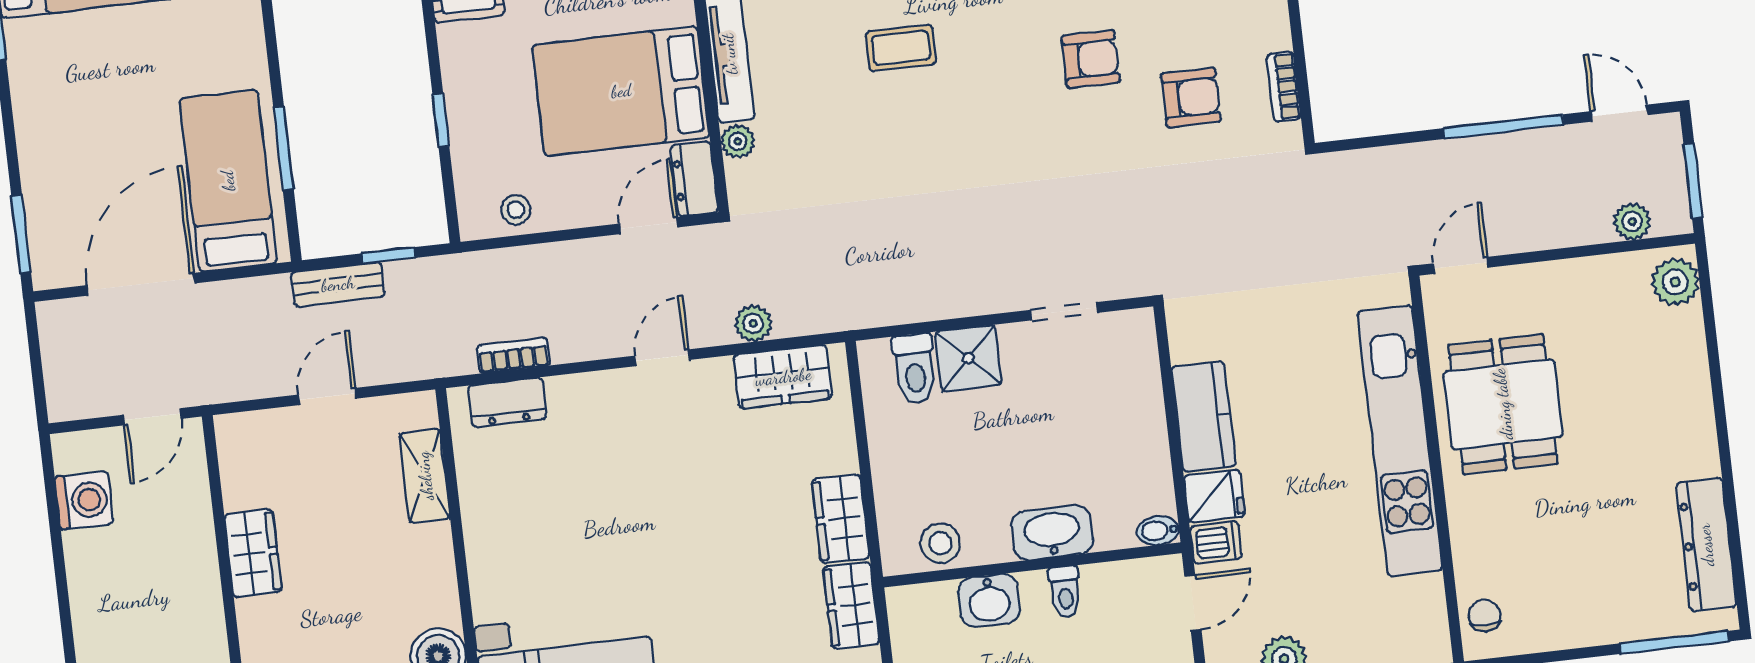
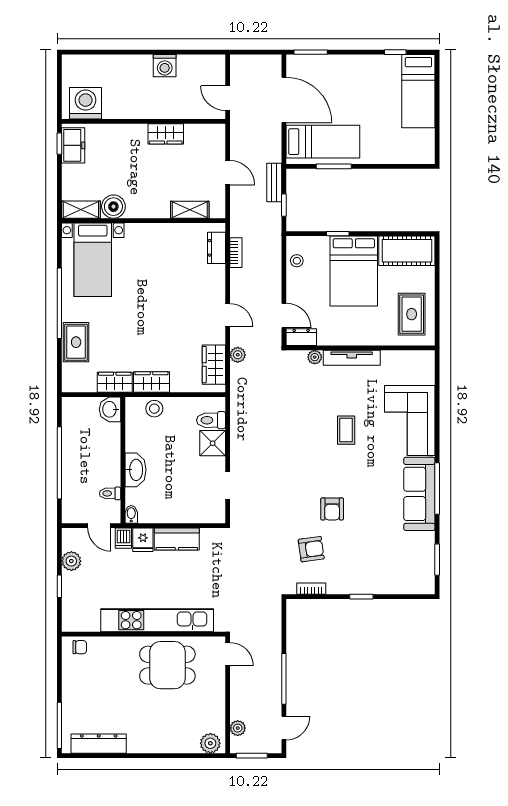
bed: (621, 91) -> (354, 271), moved, turned 180
armchair: (1191, 97) -> (311, 549), turned -98
washing machine: (84, 500) -> (165, 66), moved
stool: (940, 543) -> (154, 409), moved
toilet: (1065, 592) -> (110, 493), moved
washbasin: (989, 601) -> (110, 409), moved

